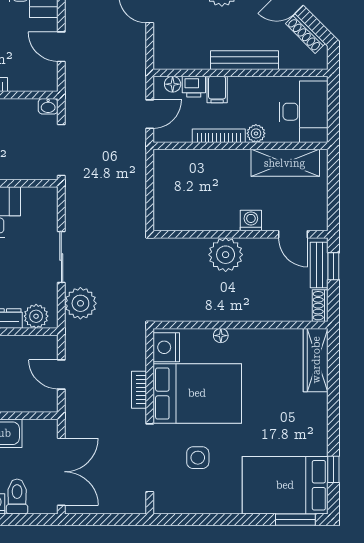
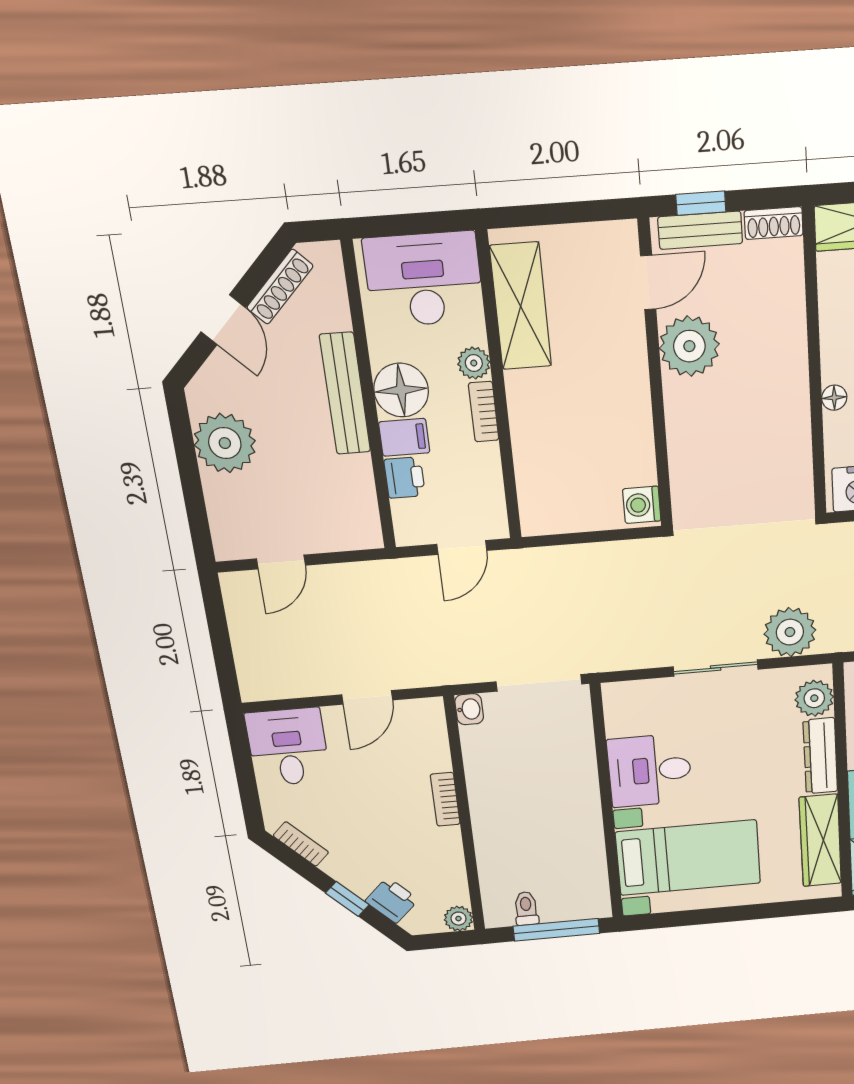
floor lamp: (173, 84) -> (401, 390), moved, width x1.89, depth x1.89
door: (150, 114) -> (462, 547), swing flipped
bookcase: (219, 136) -> (484, 412), width x0.64
washing machine: (251, 221) -> (642, 505), moved
plant: (226, 255) -> (689, 346), moved

